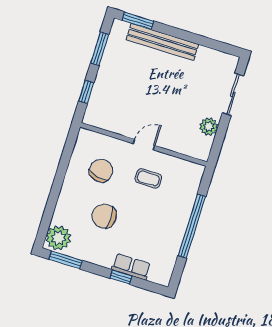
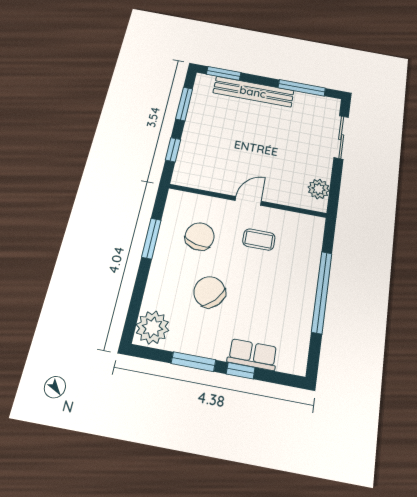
window: (206, 42) -> (302, 88), added
plant: (209, 127) -> (319, 189), moved
window: (63, 168) -> (151, 238), added
chair: (104, 216) -> (210, 292), turned 43
window: (66, 260) -> (193, 362), moved

